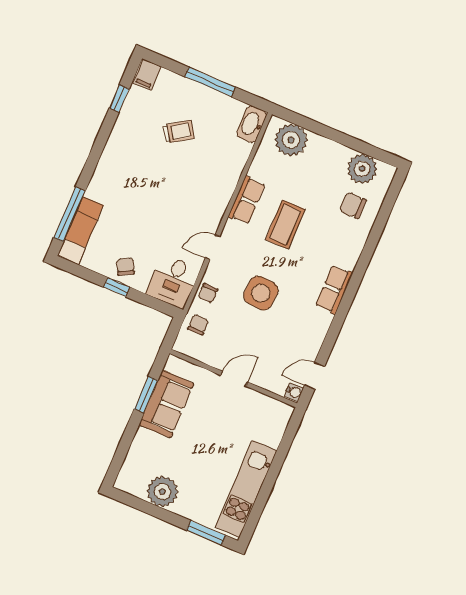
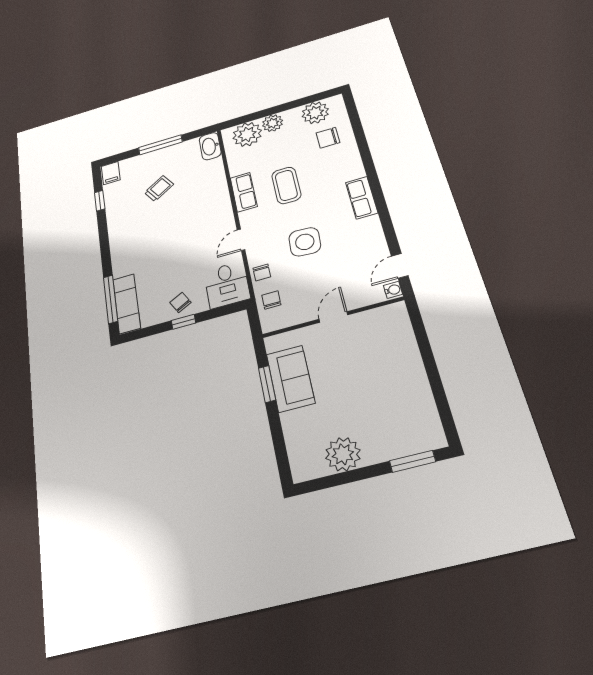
plant: (320, 147) -> (273, 123), added
kitchen unit: (246, 489) -> (417, 396), removed

